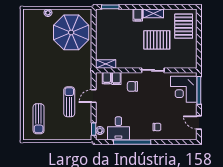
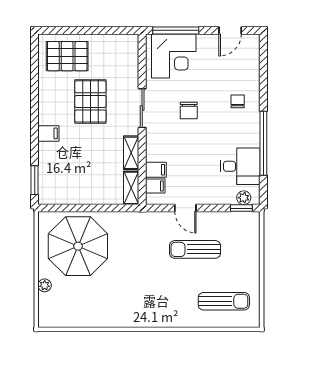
shelving: (153, 13) -> (131, 153), moved
chair: (132, 86) -> (189, 110), moved

